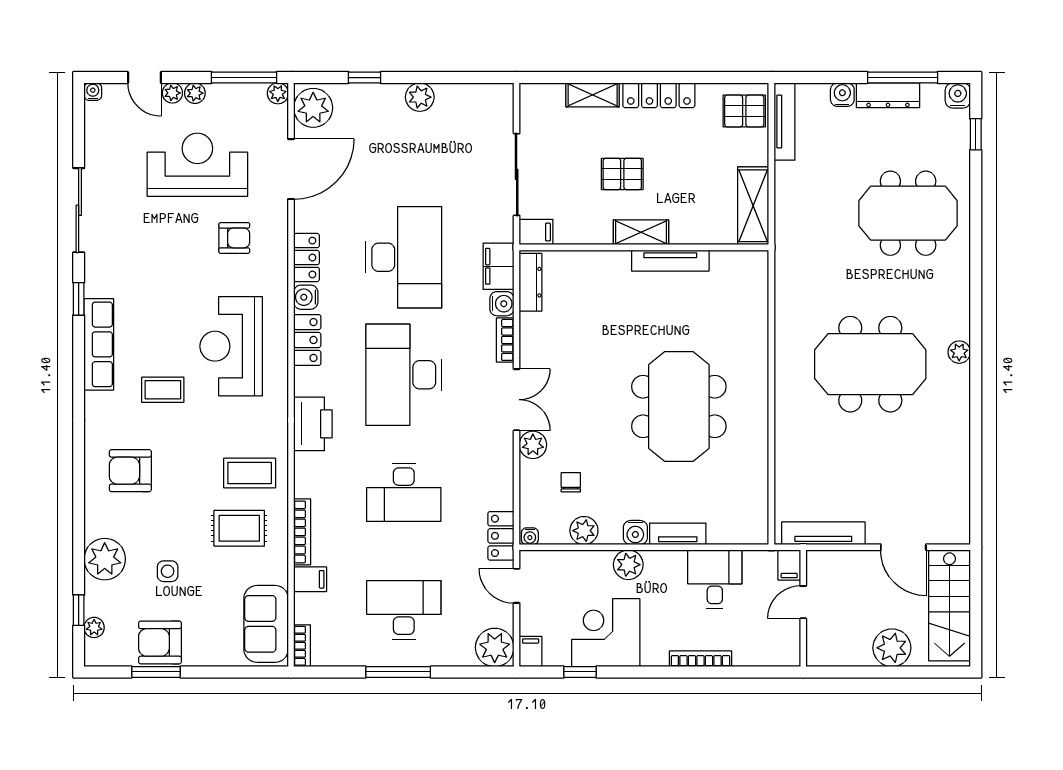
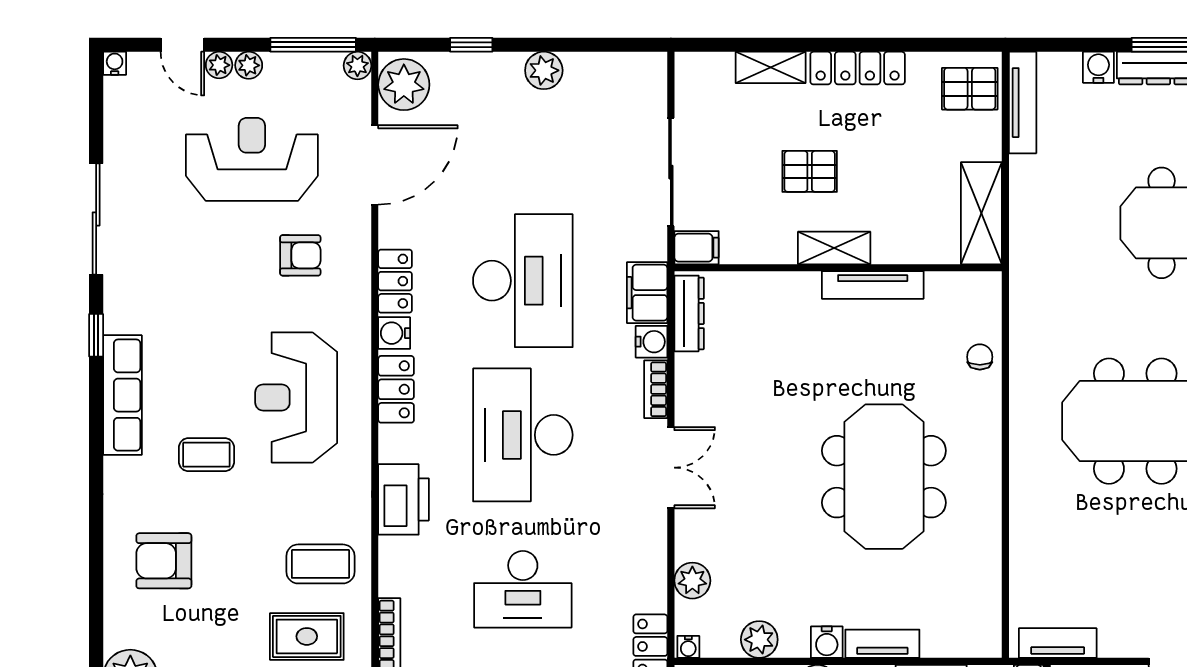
plant: (533, 445) -> (692, 581), moved
chair: (571, 482) -> (980, 357), moved
tv unit: (823, 533) -> (1058, 643), width x0.71

